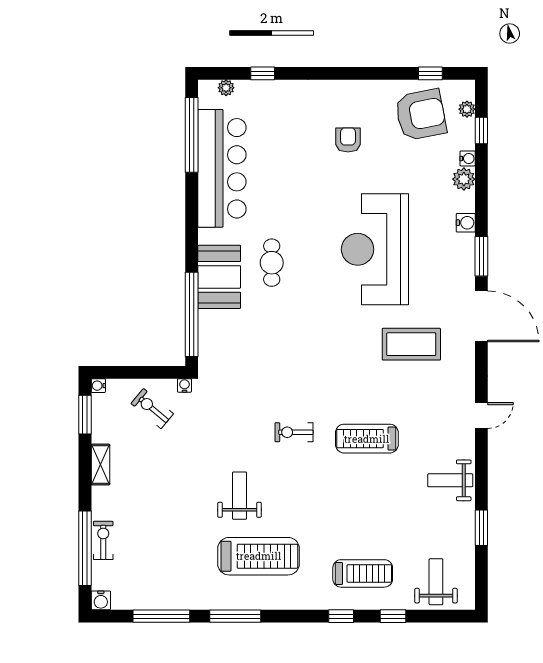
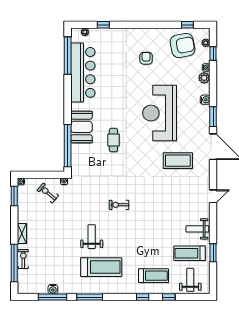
cafe table: (272, 263) -> (113, 140), moved
treadmill: (367, 439) -> (190, 253), moved
shelving: (100, 465) -> (22, 233), moved
water cooler: (101, 600) -> (53, 289), moved

